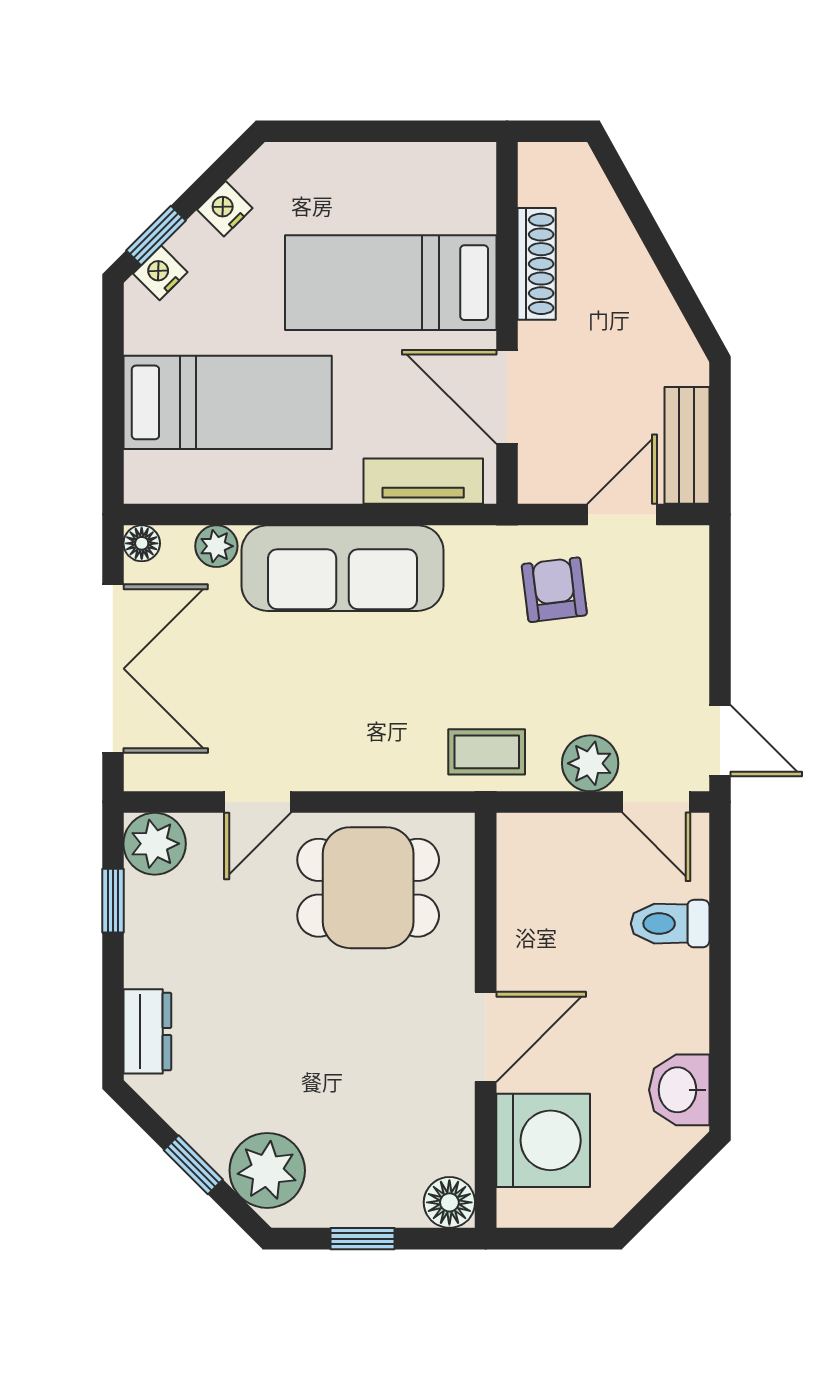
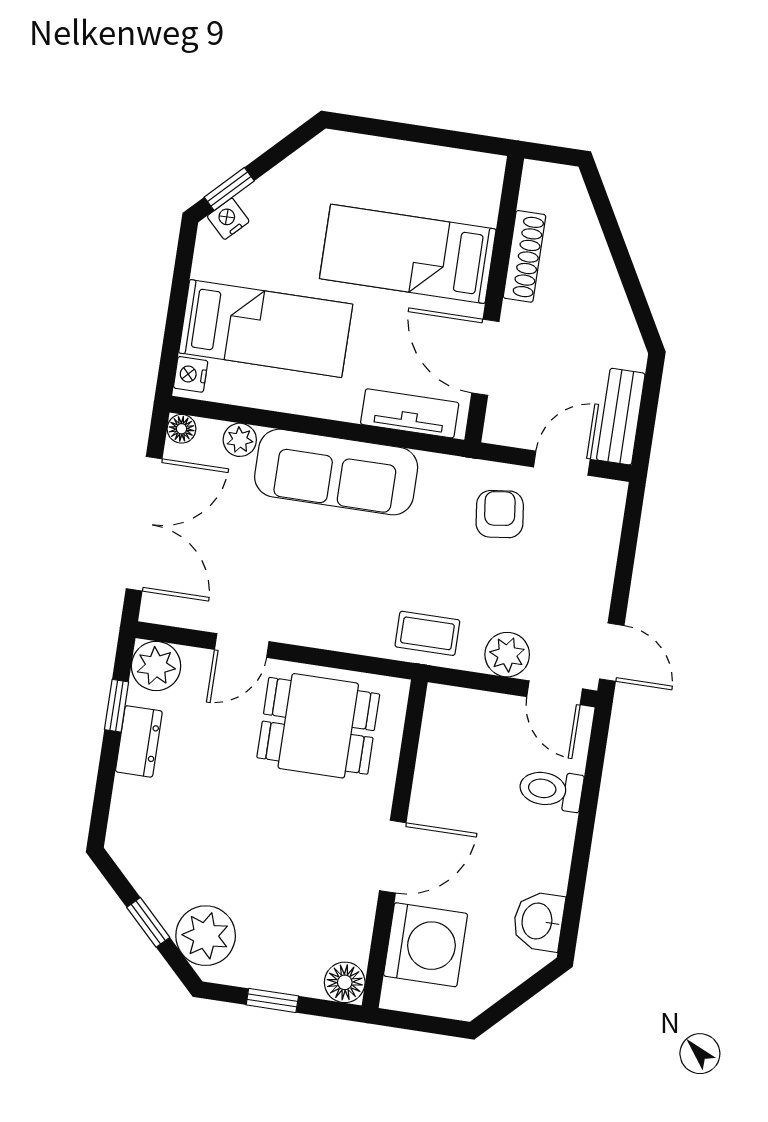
nightstand: (225, 209) -> (191, 374), moved, turned -45
dresser: (147, 1031) -> (139, 741), moved

